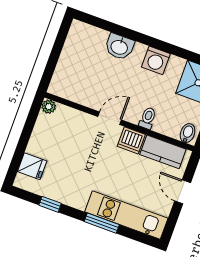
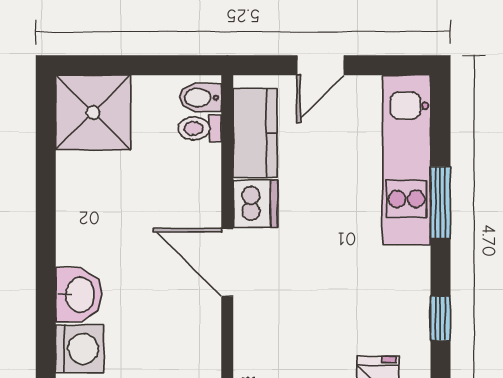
washing machine: (156, 60) -> (79, 349), moved
door: (110, 118) -> (227, 263), width x1.38
toilet: (148, 118) -> (200, 128), moved

